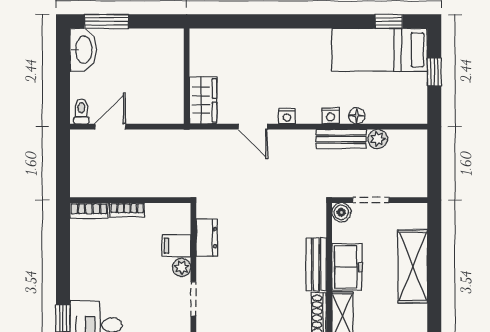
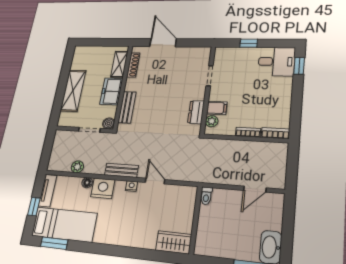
window: (389, 21) -> (54, 243), width x1.50
tv unit: (418, 98) -> (48, 191), added
wardrobe: (203, 100) -> (174, 242), moved, turned 90
toilet: (81, 111) -> (206, 196), moved
nightstand: (331, 116) -> (103, 188), width x1.89, depth x1.79
bench: (341, 139) -> (121, 170), moved
bench: (316, 264) -> (127, 107), moved
plant: (182, 267) -> (212, 121), moved

